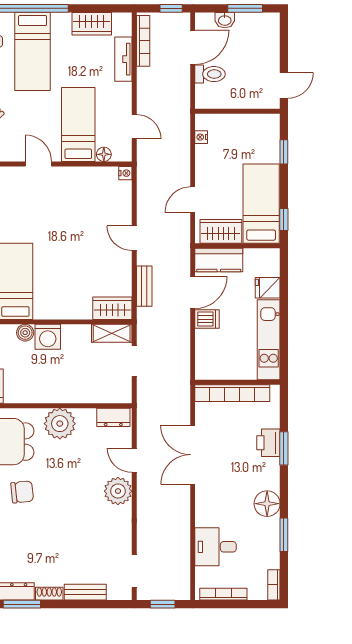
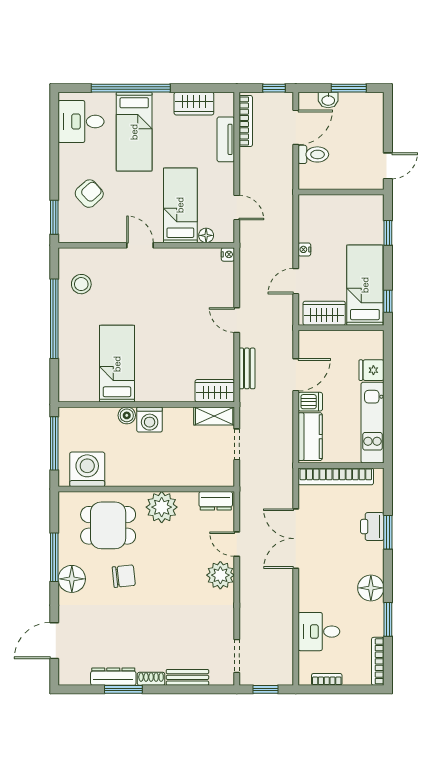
nightstand: (201, 137) -> (304, 249), moved
kitchen counter: (219, 260) -> (310, 437), moved, turned -90
bookcase: (274, 585) -> (378, 661), width x1.56
bookcase: (223, 594) -> (327, 679), width x0.64

